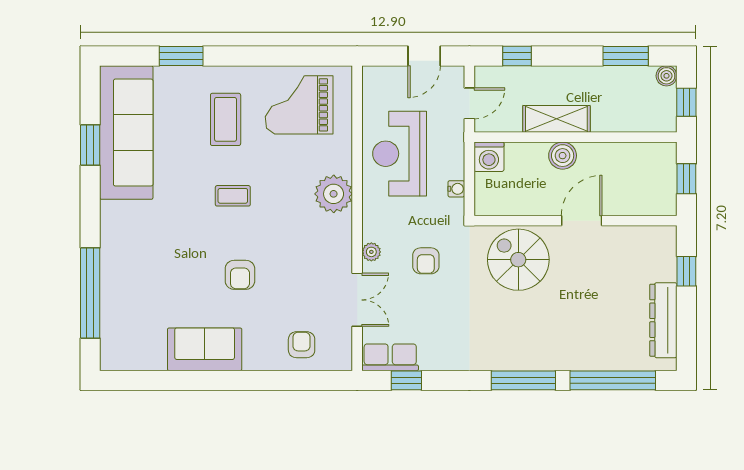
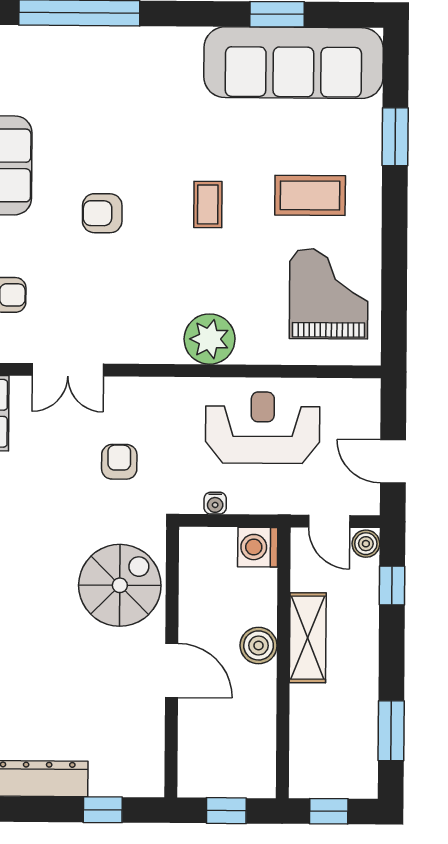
boiler: (666, 76) -> (366, 544), moved
plant: (371, 252) -> (132, 389), removed
armchair: (426, 261) -> (119, 462), turned 90

